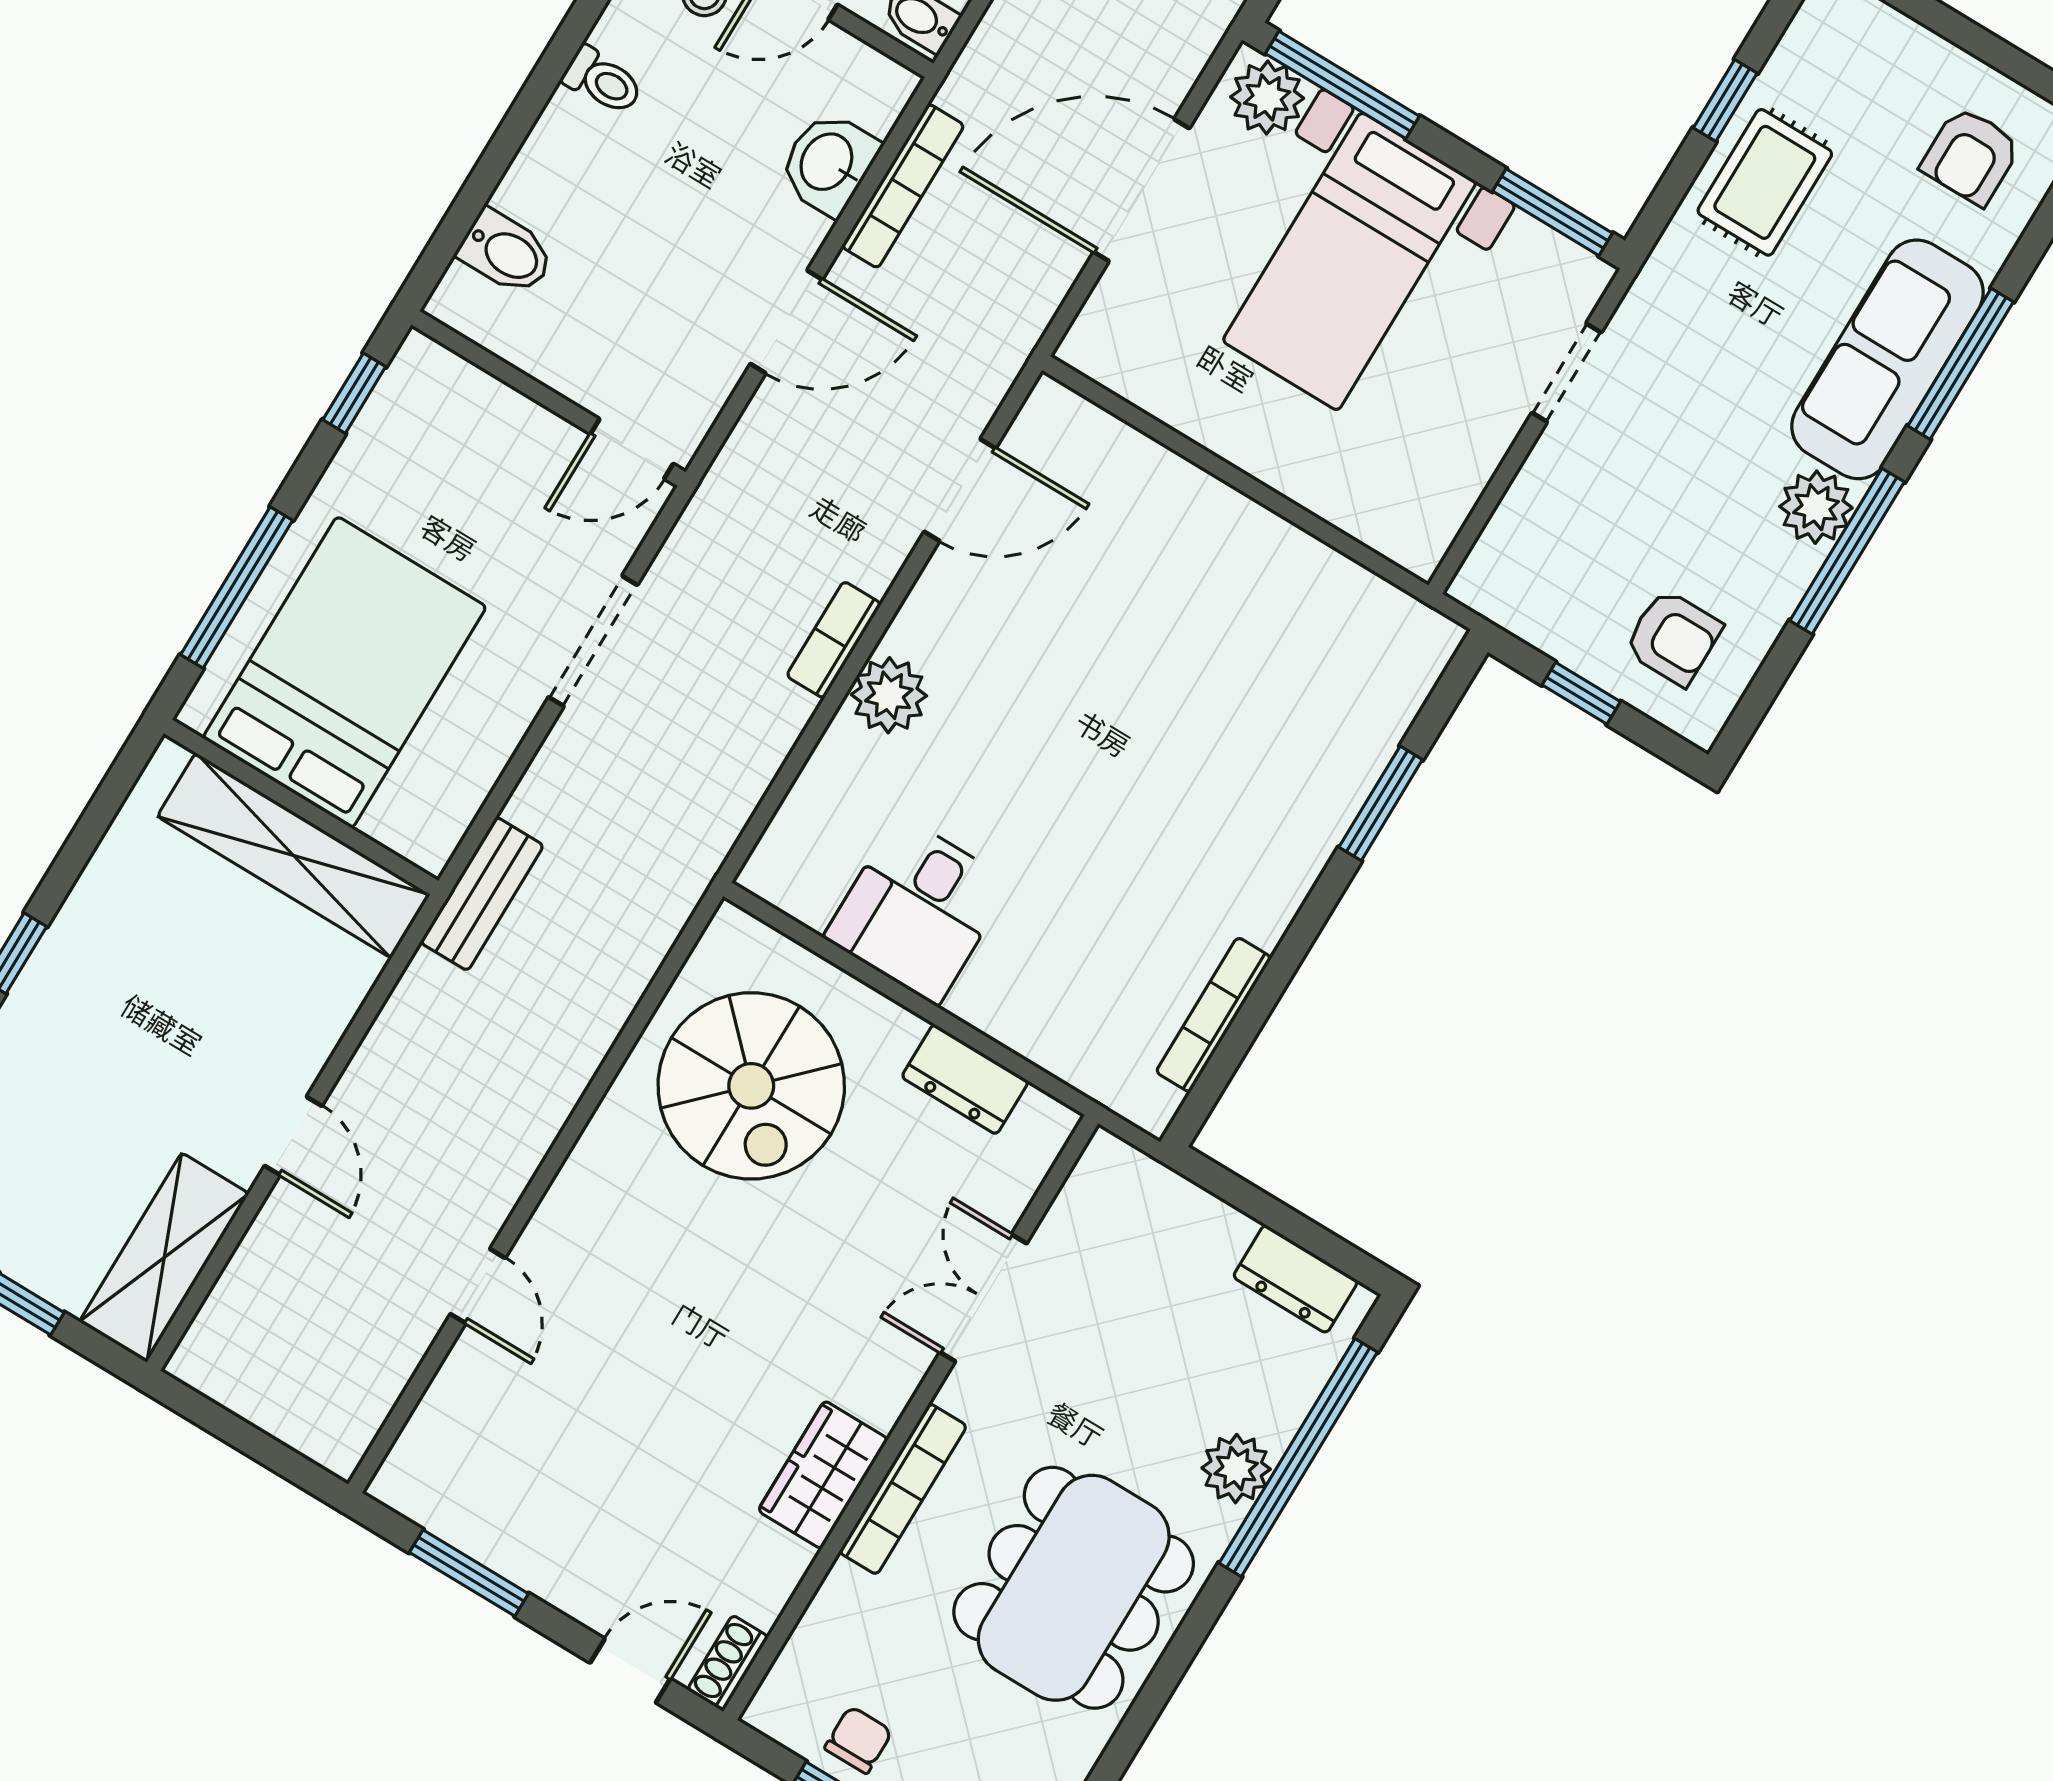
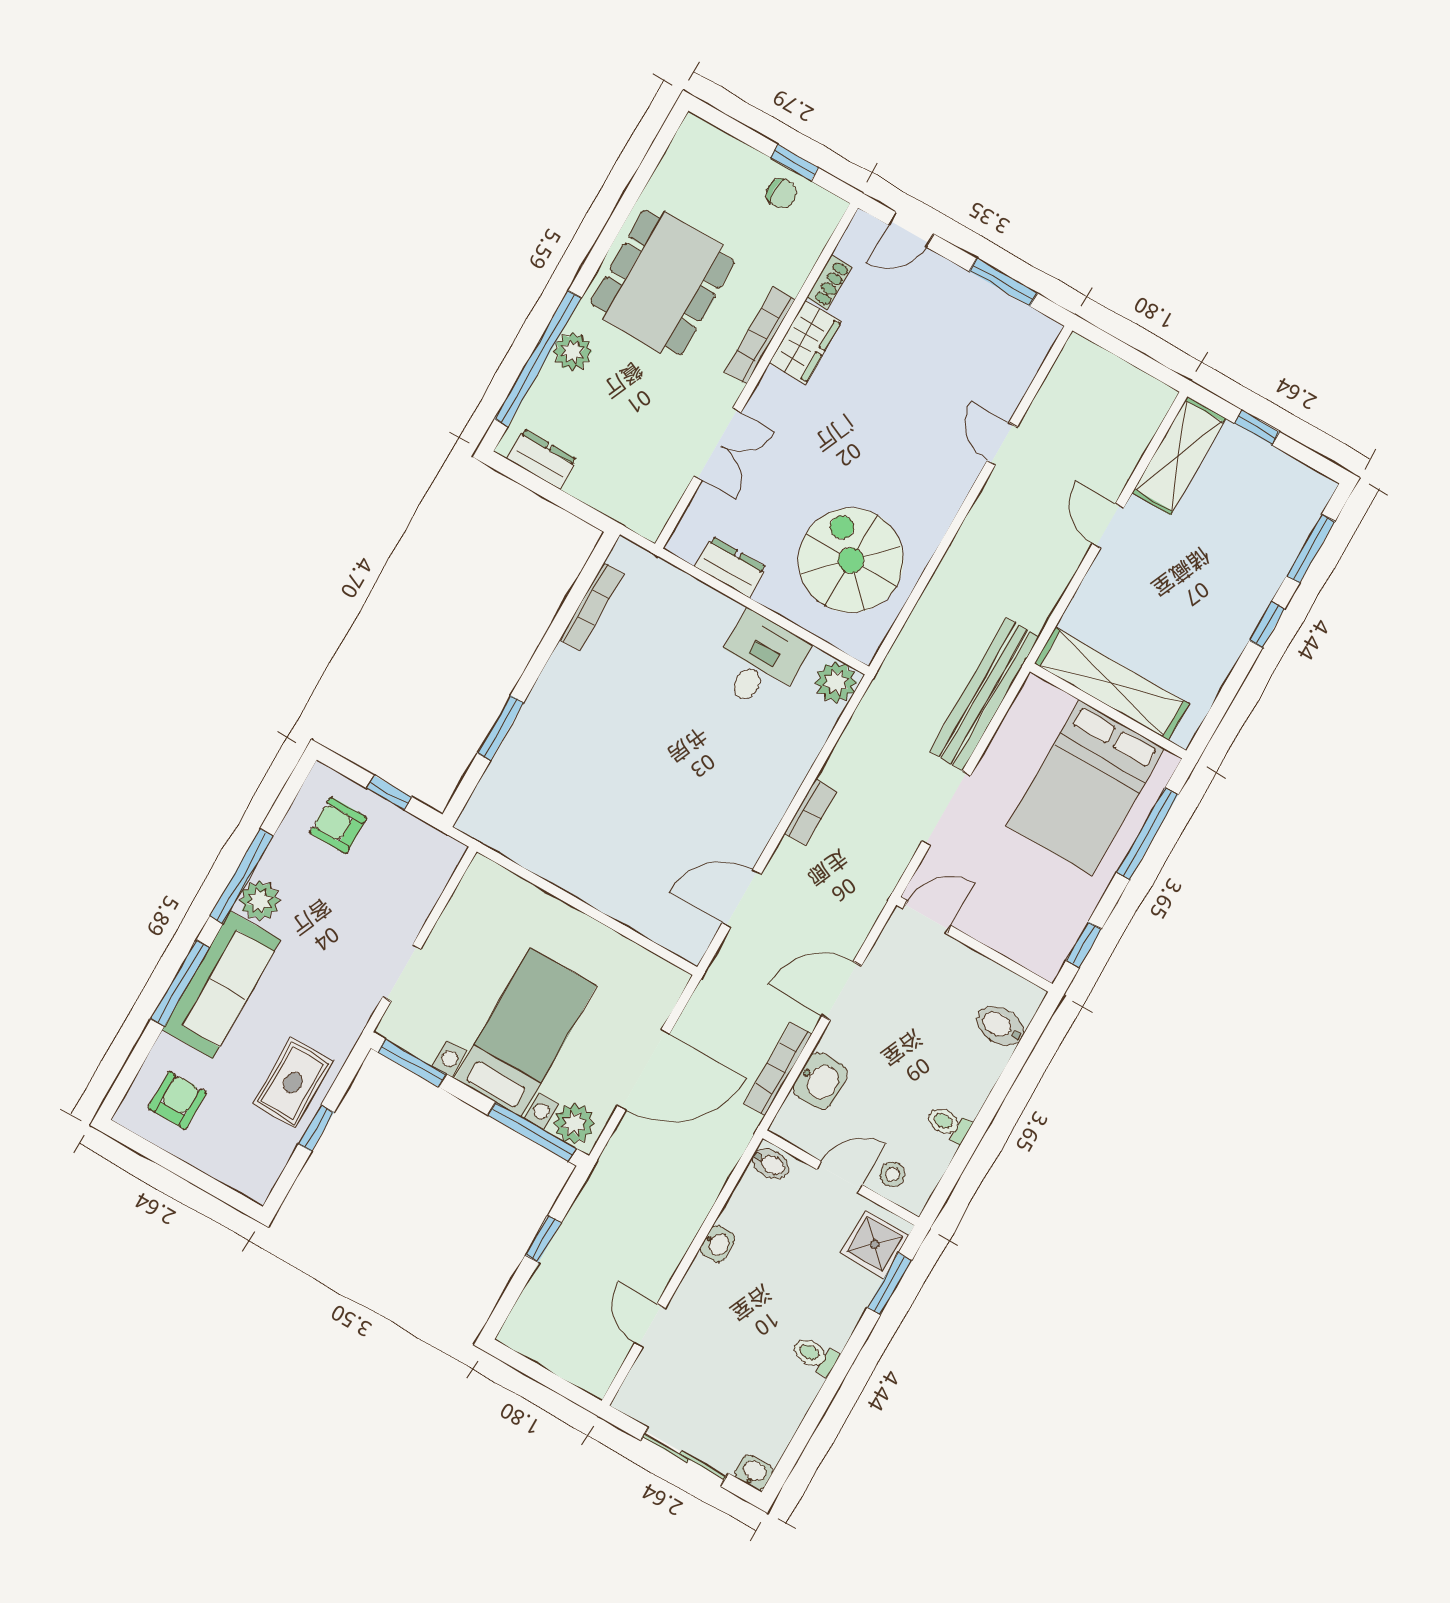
plant: (889, 695) -> (836, 682), moved
bench: (482, 894) -> (984, 694), width x1.86, depth x1.21
shoe rack: (728, 1663) -> (829, 282), moved
chair: (858, 1740) -> (782, 194), turned -90

